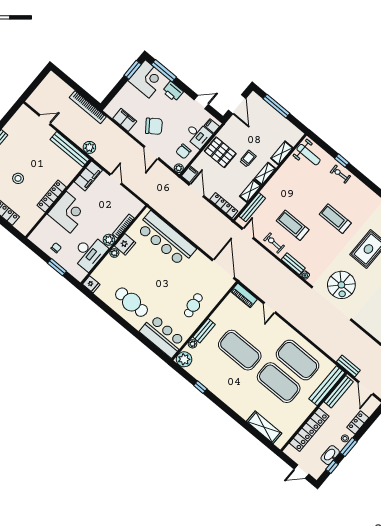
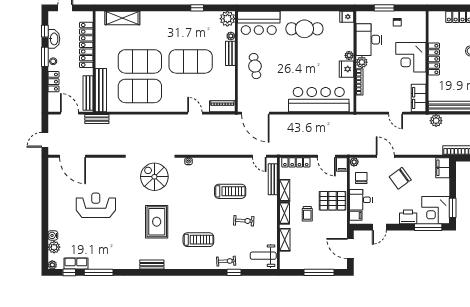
filing cabinet: (125, 120) -> (443, 168), moved, turned 90
treadmill: (335, 219) -> (198, 240), moved
exercise bike: (274, 243) -> (244, 221), moved
bench: (293, 264) -> (205, 162), removed

